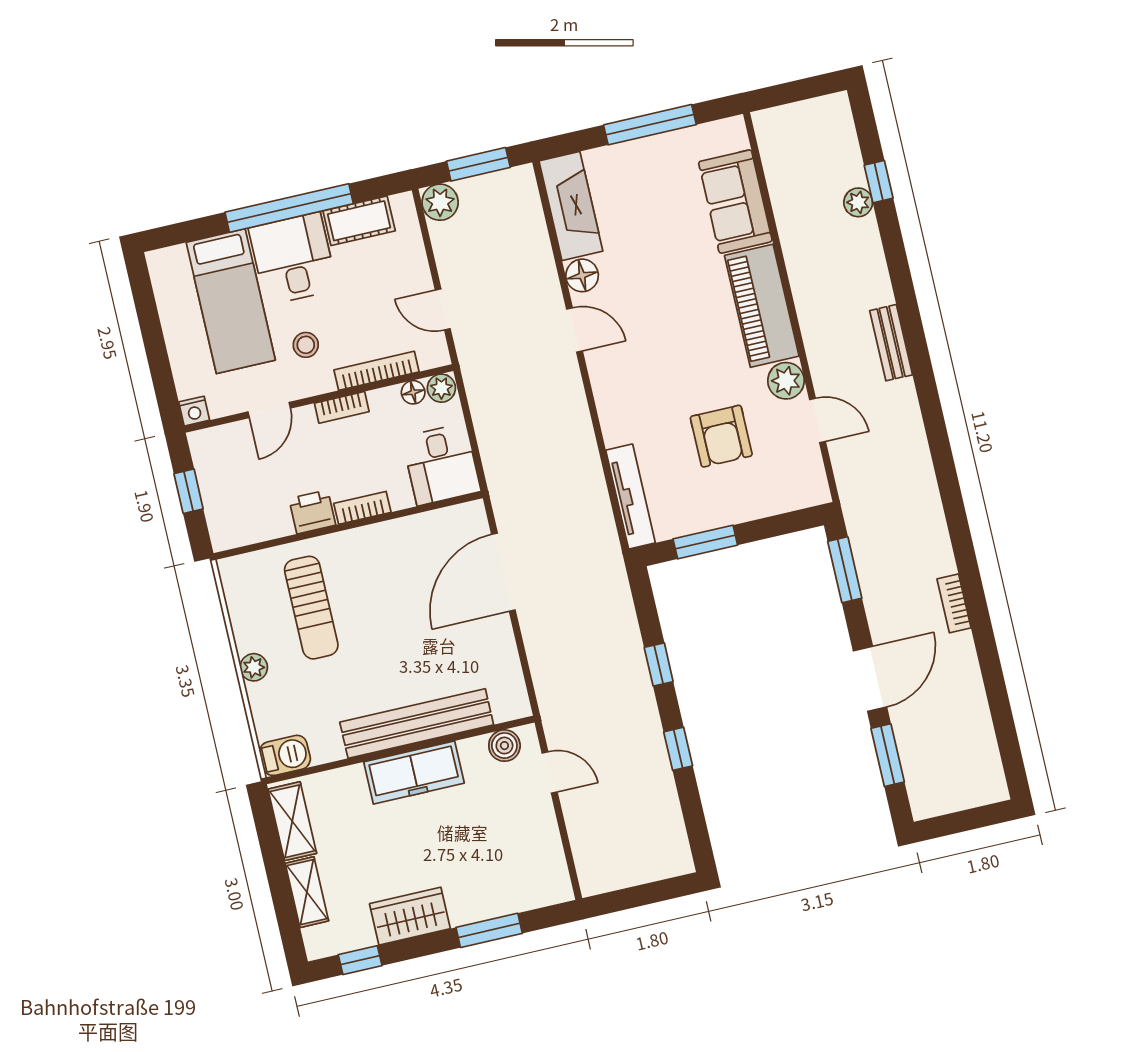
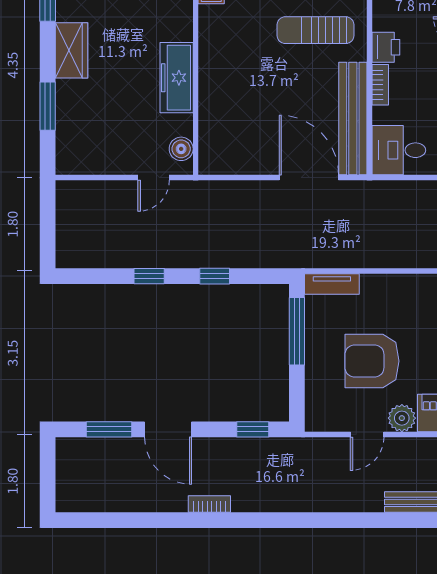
armchair: (721, 436) -> (372, 361), width x1.36, depth x1.36
tv unit: (631, 497) -> (332, 284), width x0.71
window: (705, 542) -> (297, 331), width x1.44
window: (845, 570) -> (253, 429), width x0.67
bench: (417, 724) -> (353, 119), moved

